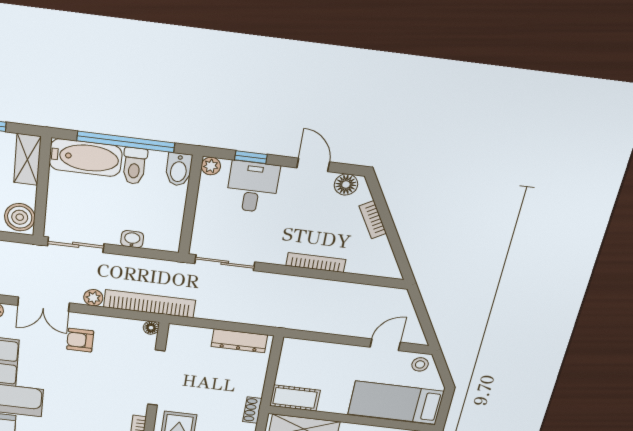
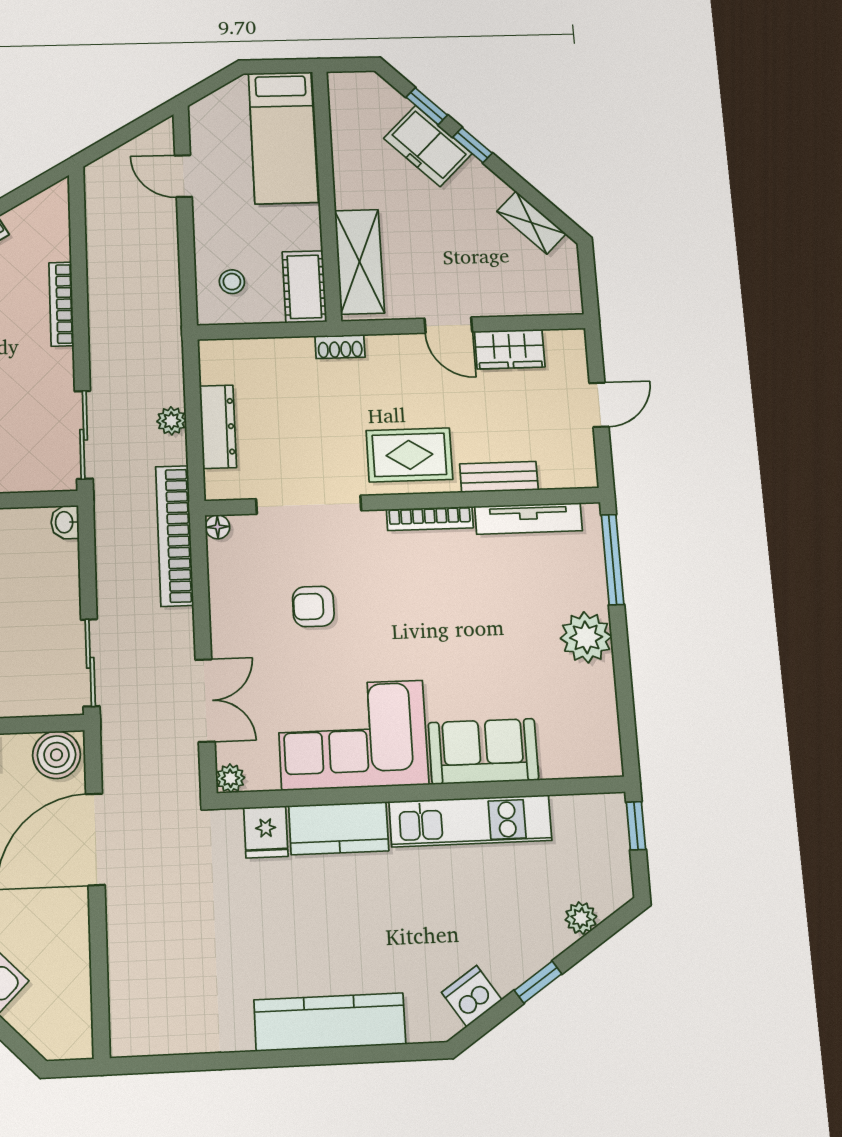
washbasin: (132, 239) -> (65, 522), moved
plant: (93, 298) -> (171, 421), moved
armchair: (80, 340) -> (313, 606), moved, turned 90
dresser: (239, 341) -> (218, 427), moved
stool: (420, 364) -> (232, 282), moved

